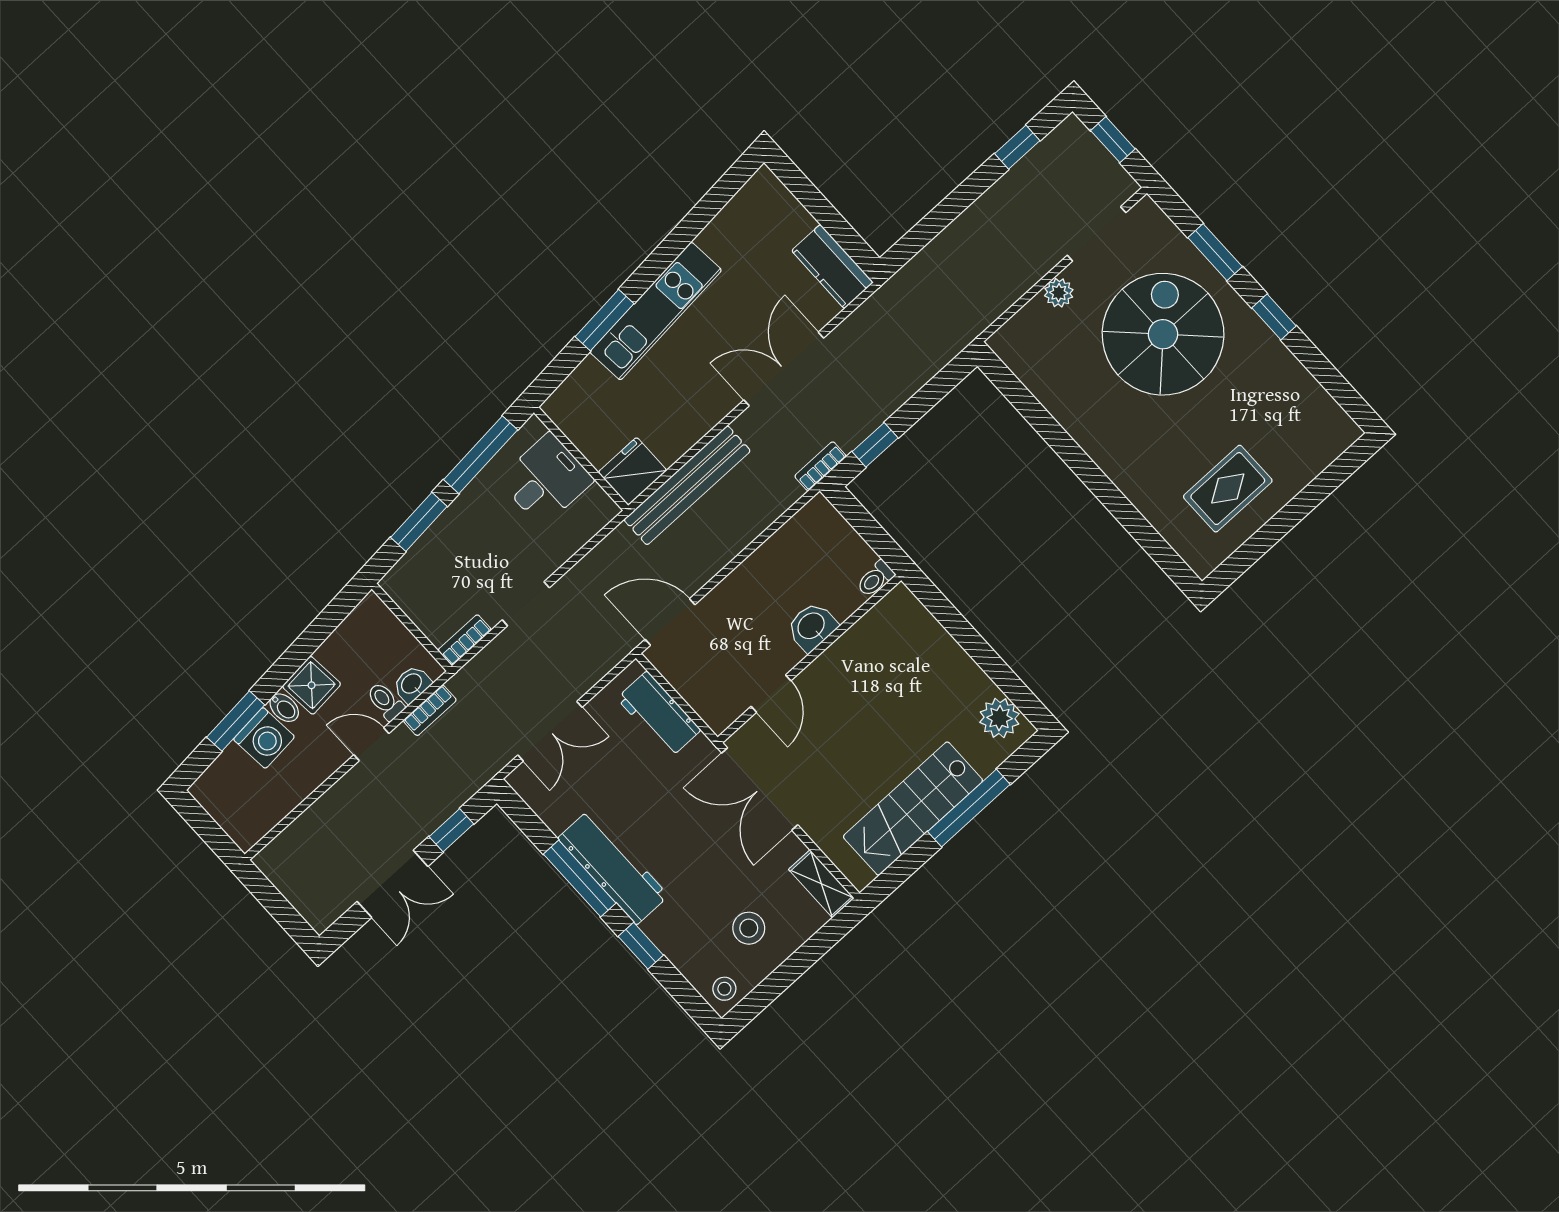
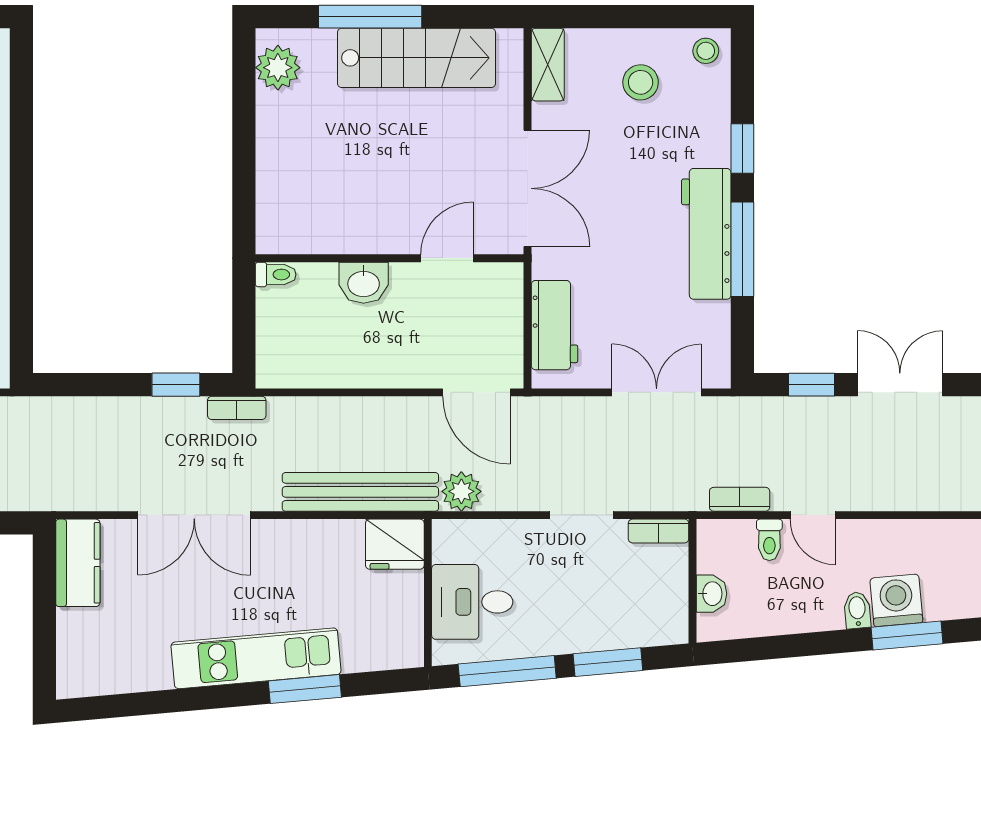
plant: (620, 547) -> (461, 491), added
washbasin: (412, 684) -> (712, 594), moved, turned -90
shower: (312, 685) -> (818, 608), removed

